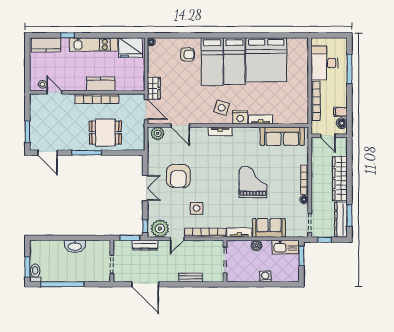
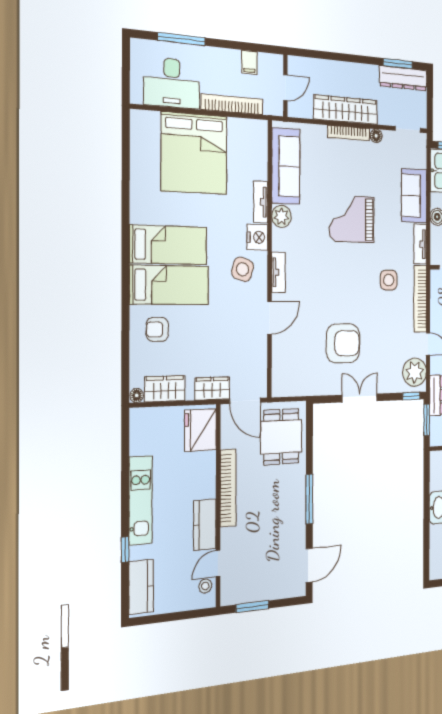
fridge: (130, 48) -> (200, 430), moved, turned 180
armchair: (187, 54) -> (157, 329), turned -90
wardrobe: (155, 59) -> (165, 389), added
bed: (266, 60) -> (194, 153), moved, turned 90
kitchen counter: (101, 84) -> (205, 525), moved
door: (146, 110) -> (245, 401), swing flipped
floor lamp: (342, 123) -> (267, 62), removed
door: (180, 126) -> (269, 318), moved
window: (27, 132) -> (252, 607), moved
dining table: (105, 133) -> (281, 437), moved
plant: (158, 133) -> (281, 216), moved
wardrobe: (340, 178) -> (346, 110), moved, turned 180
side table: (197, 208) -> (389, 280), moved
window: (324, 240) -> (430, 107), removed

